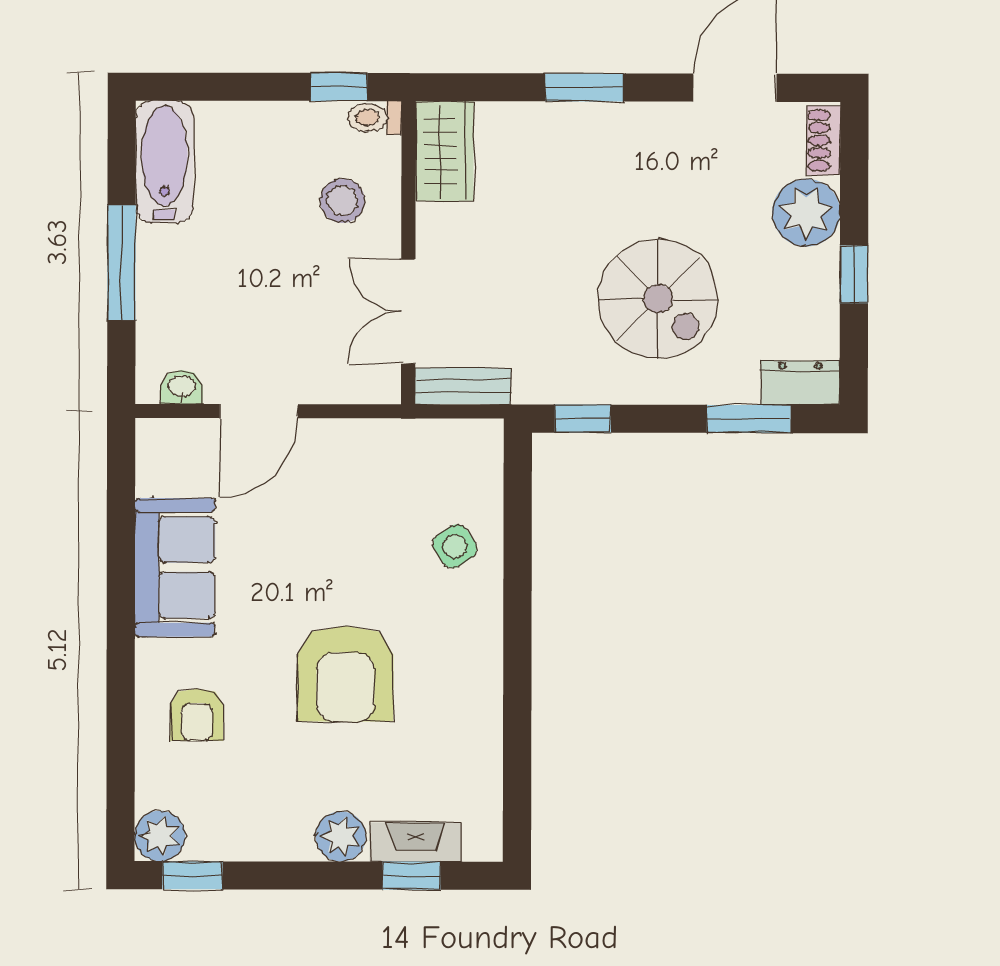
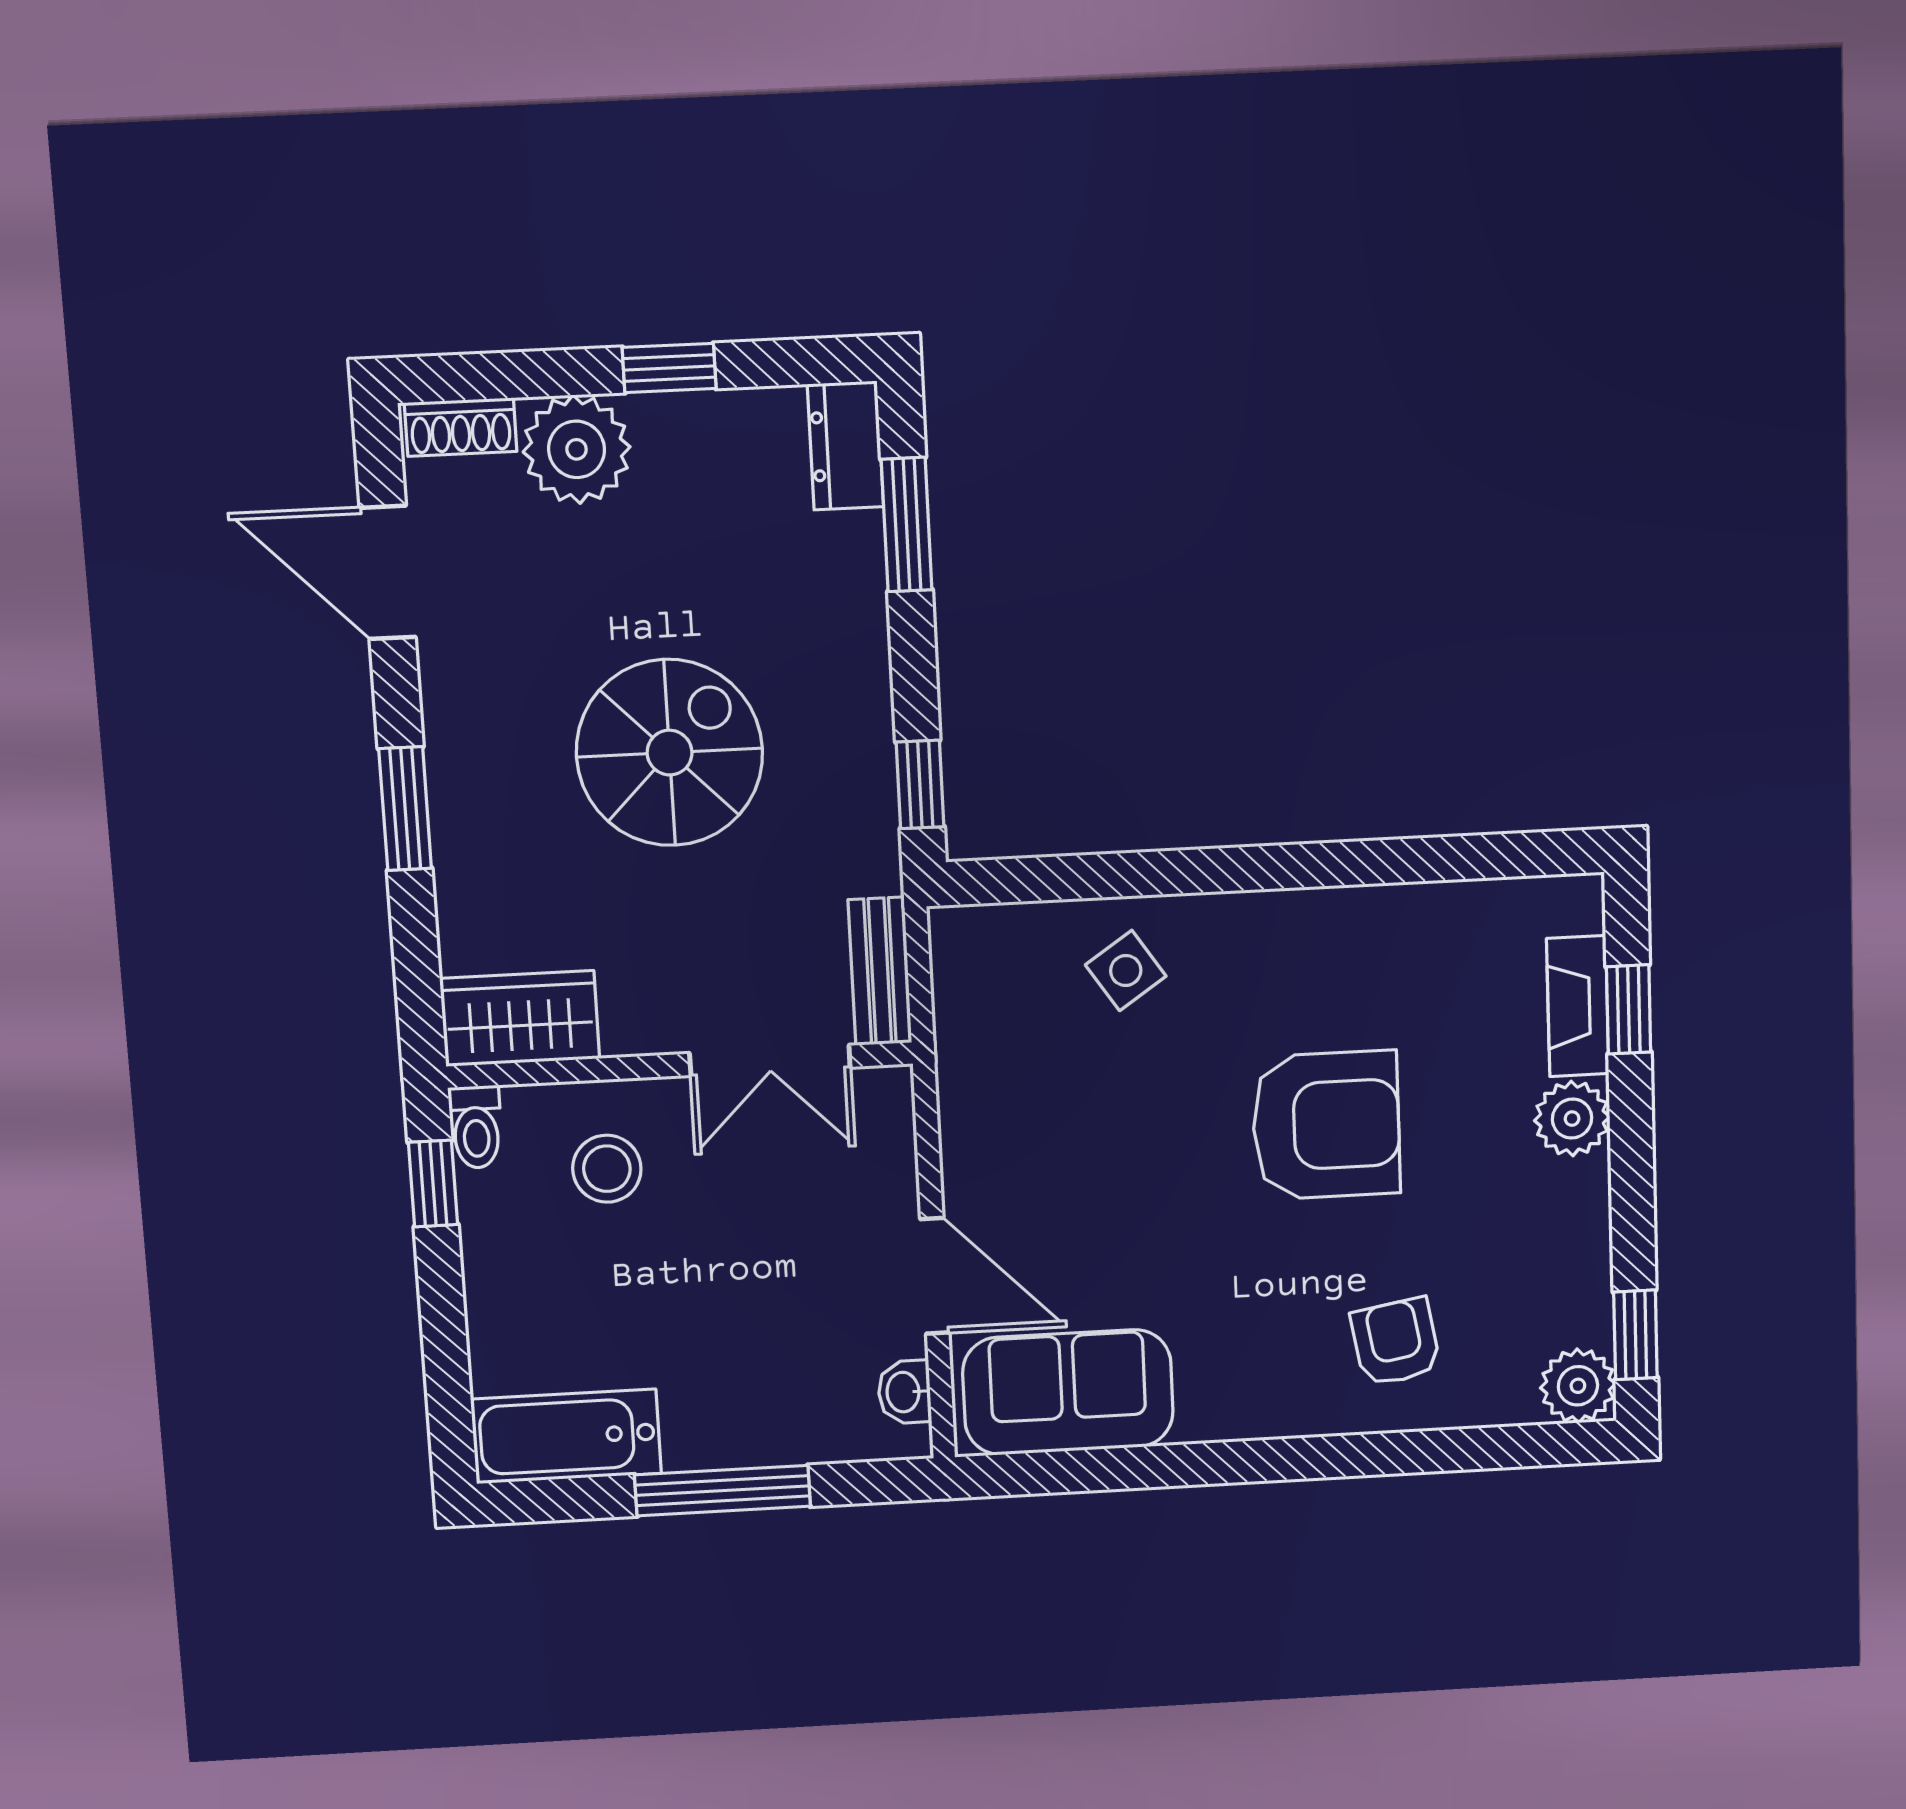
spiral stairs: (658, 299) -> (670, 753), moved
sofa: (175, 567) -> (1068, 1392), moved
armchair: (197, 715) -> (1396, 1342), turned -100

